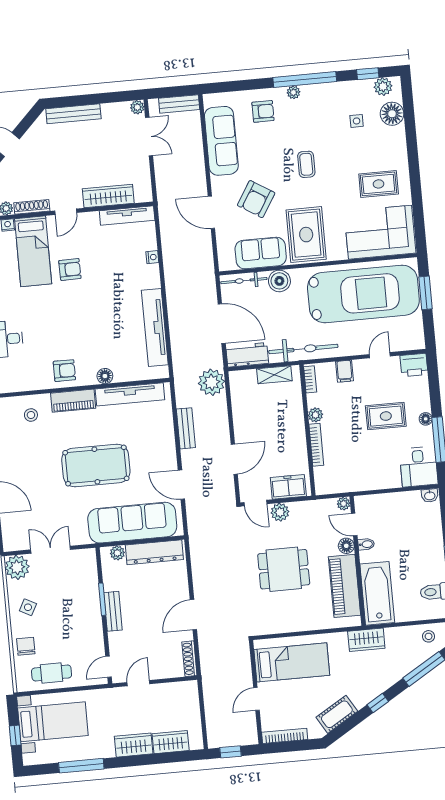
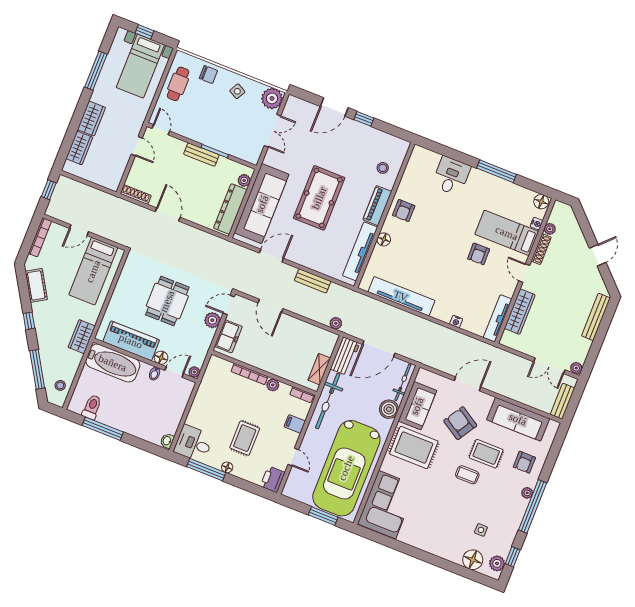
rug: (379, 184) -> (486, 454), moved, turned 90
plant: (212, 382) -> (336, 323), width x0.53, depth x0.53
door: (256, 699) -> (79, 230), swing flipped

